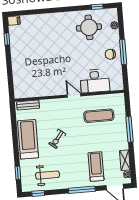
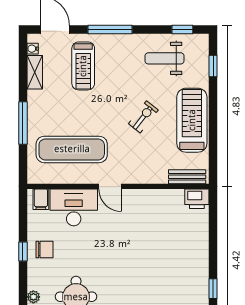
window: (123, 52) -> (23, 251), width x0.46
filing cabinet: (115, 84) -> (41, 199), added
printer: (21, 92) -> (197, 199), added
exercise mat: (99, 116) -> (72, 149), width x1.36, depth x1.45
treadmill: (28, 139) -> (192, 120), turned 180

